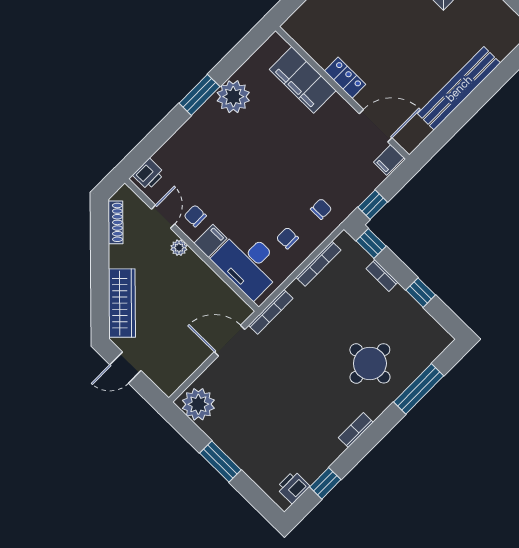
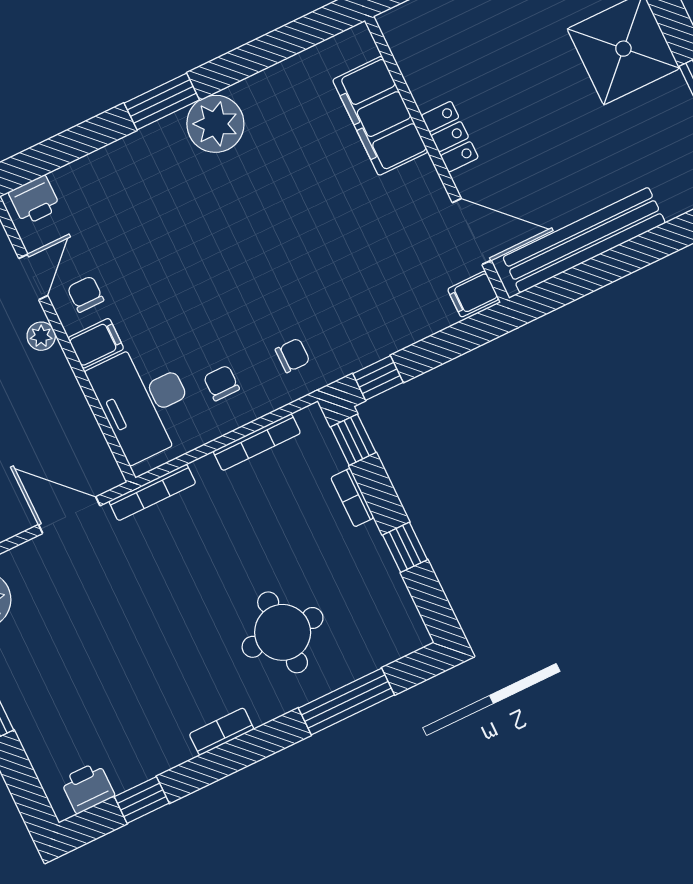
locker: (345, 78) -> (450, 137), moved
filing cabinet: (303, 80) -> (380, 116), moved
wall: (342, 93) -> (437, 159), moved
door: (376, 126) -> (472, 231), moved
filing cabinet: (389, 160) -> (473, 294), moved

